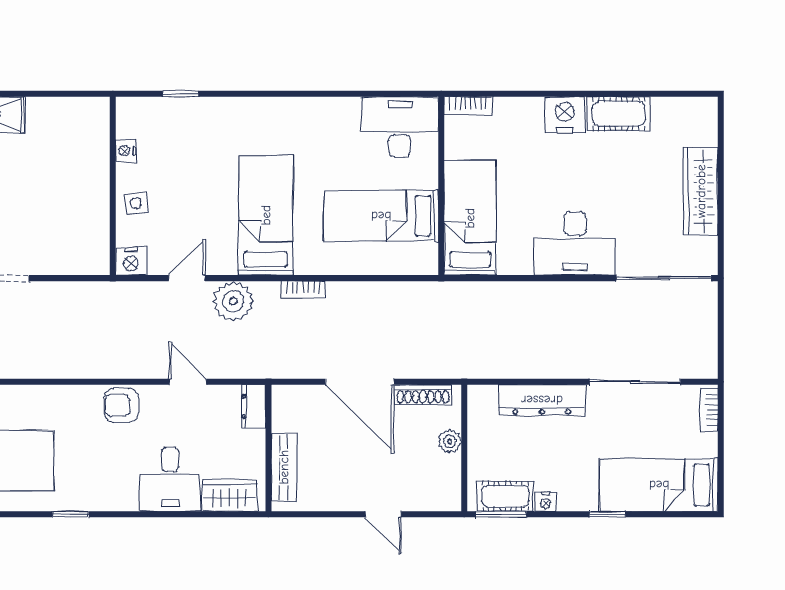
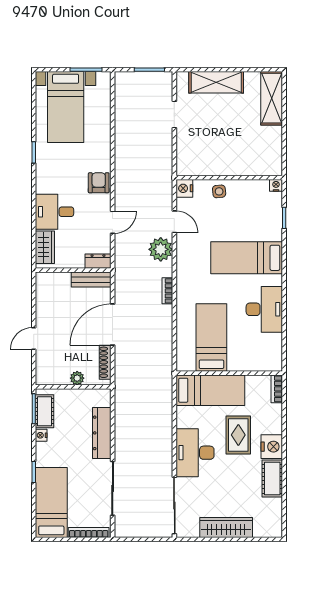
desk: (400, 127) -> (264, 309), moved
nightstand: (126, 151) -> (276, 185), moved
rug: (545, 171) -> (238, 435), added
bed: (266, 215) -> (247, 258), moved, turned 180
bookcase: (709, 410) -> (89, 533), width x1.56
bench: (284, 467) -> (91, 279), moved

